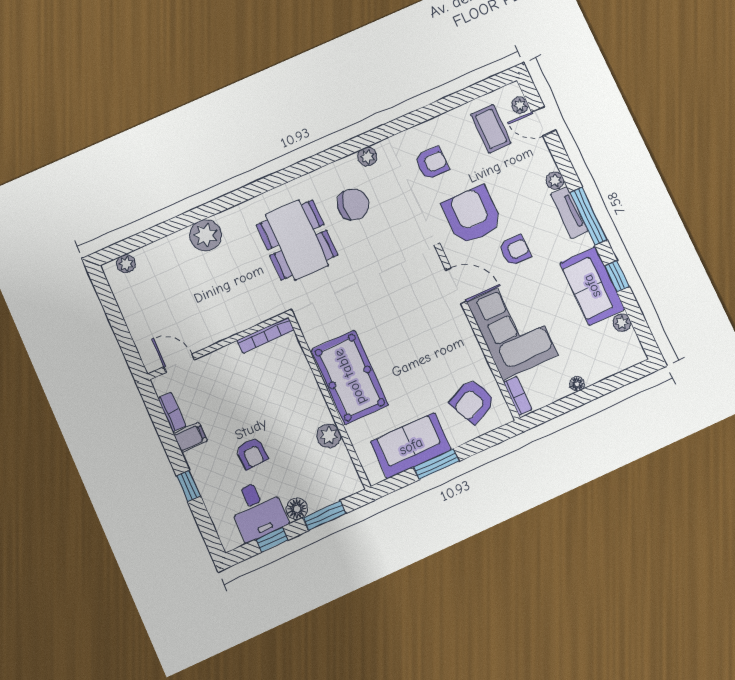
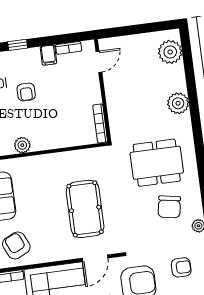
armchair: (432, 163) -> (181, 267), turned -90
plant: (126, 264) -> (170, 52), width x1.88, depth x1.88
pool table: (350, 377) -> (85, 209), moved, turned 90
armchair: (252, 453) -> (26, 92), turned -87

